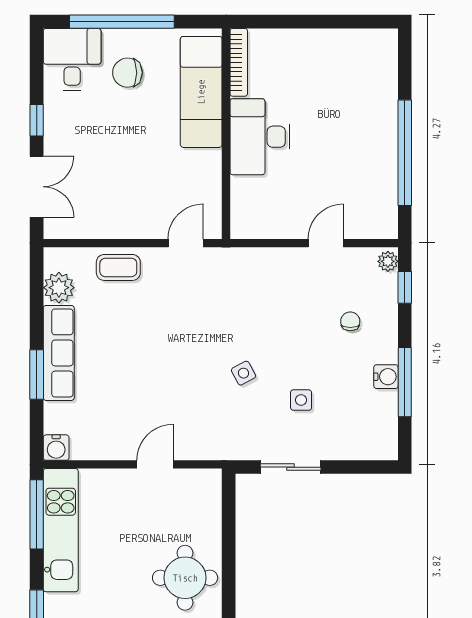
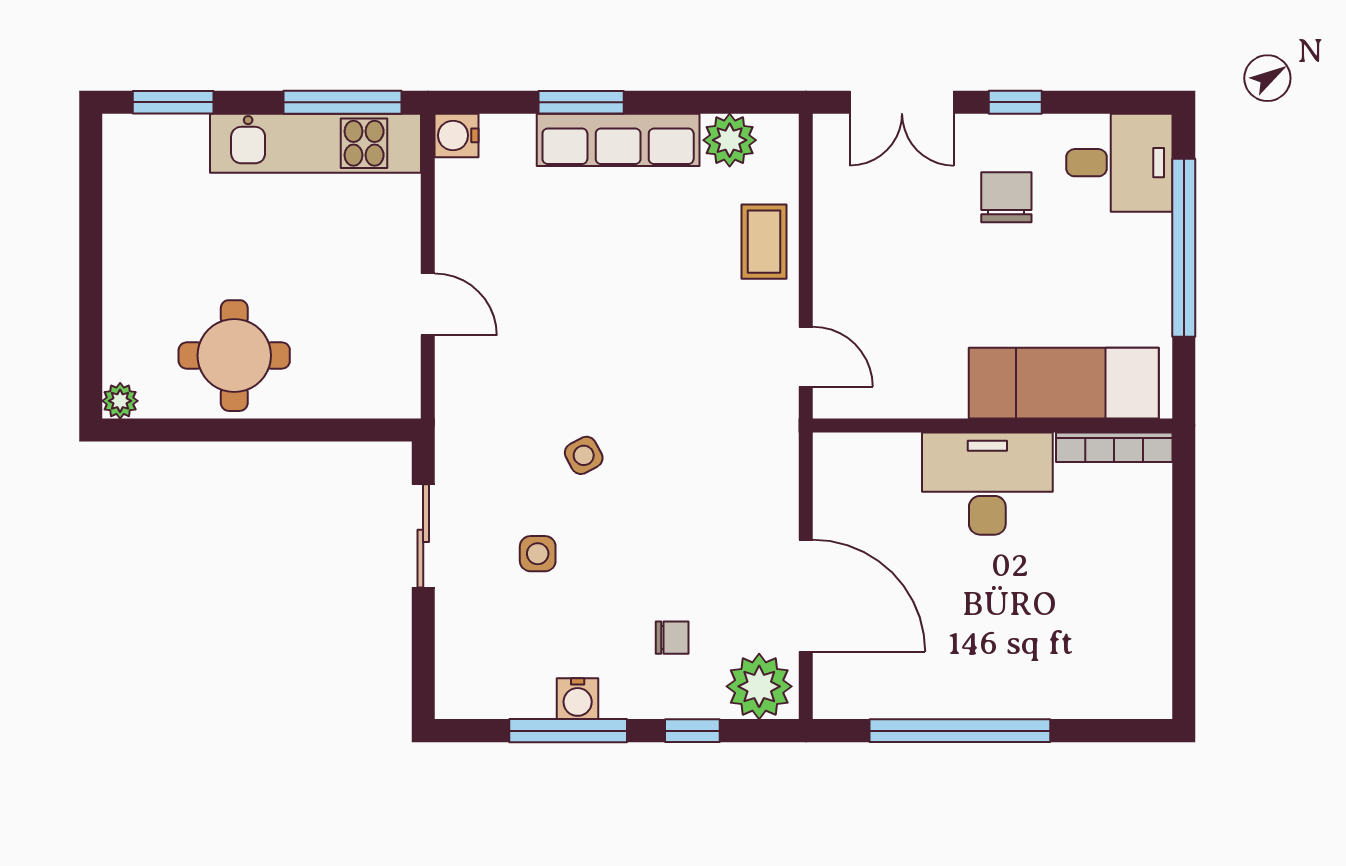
chair: (127, 73) -> (1006, 197), moved
door: (326, 243) -> (806, 596), width x1.87
plant: (388, 261) -> (759, 686), width x1.88, depth x1.88
window: (405, 287) -> (692, 731), moved

